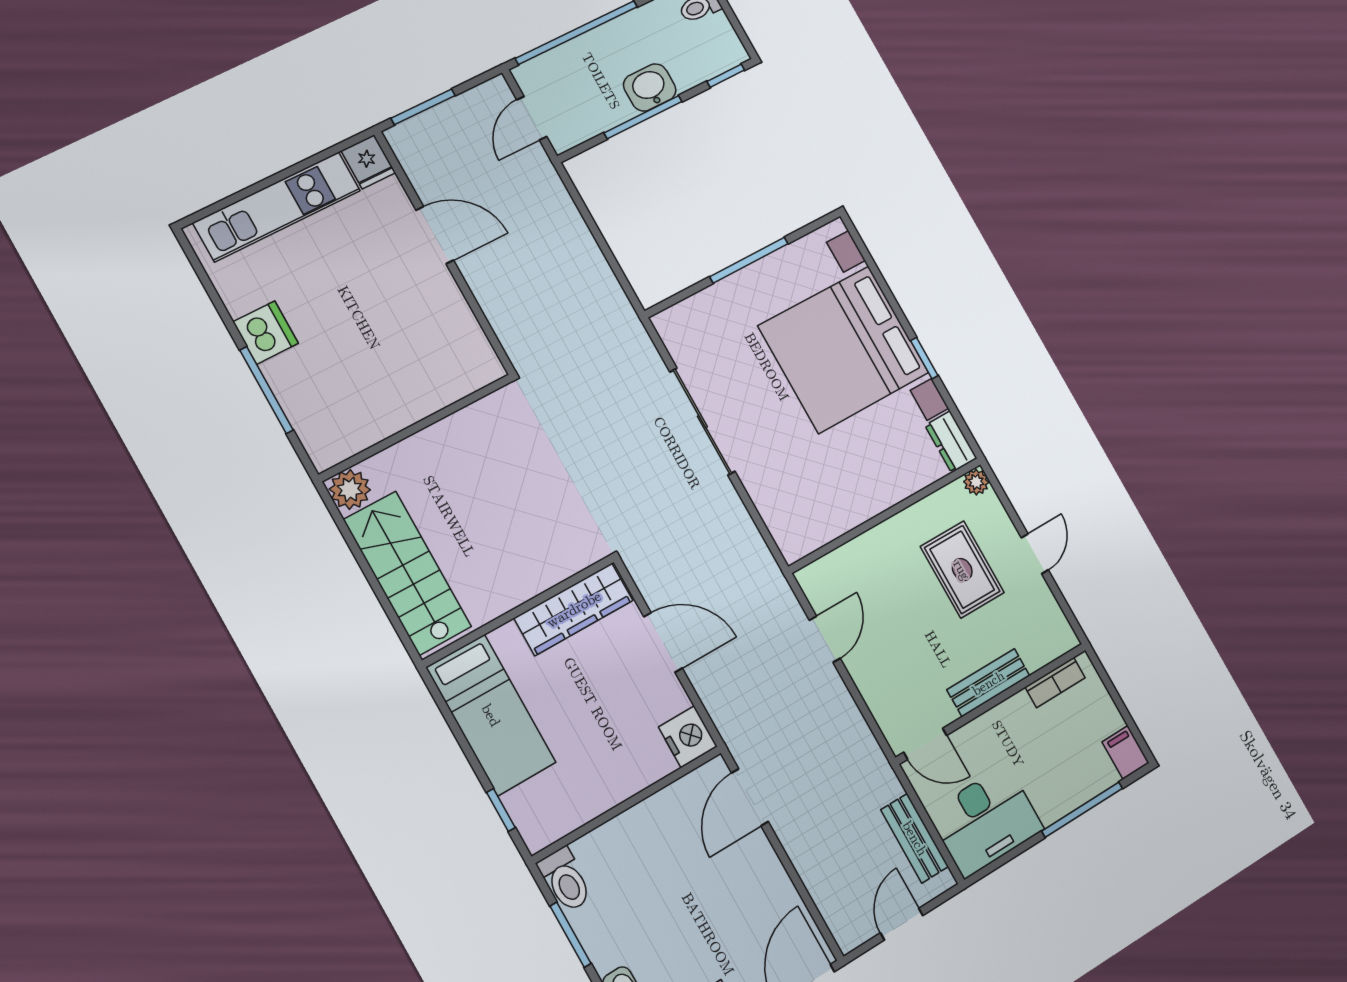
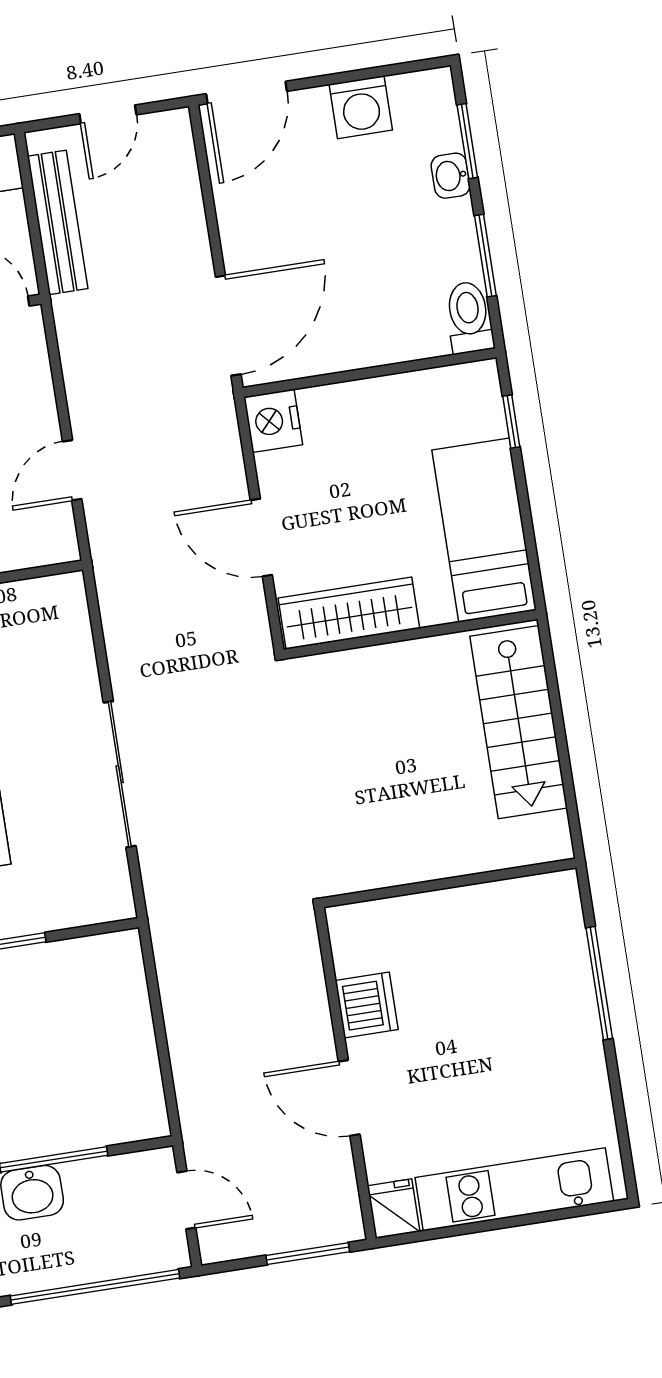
door: (532, 118) -> (186, 1200), hinge flipped
dishwasher: (266, 333) -> (367, 1005), moved, turned 180
plant: (350, 490) -> (548, 839), removed
door: (750, 797) -> (228, 326), width x1.36
bench: (915, 838) -> (58, 222), width x1.36

